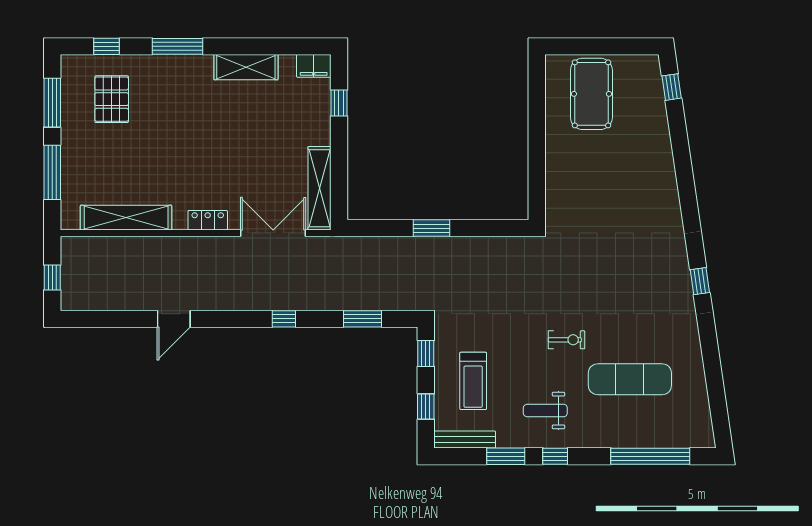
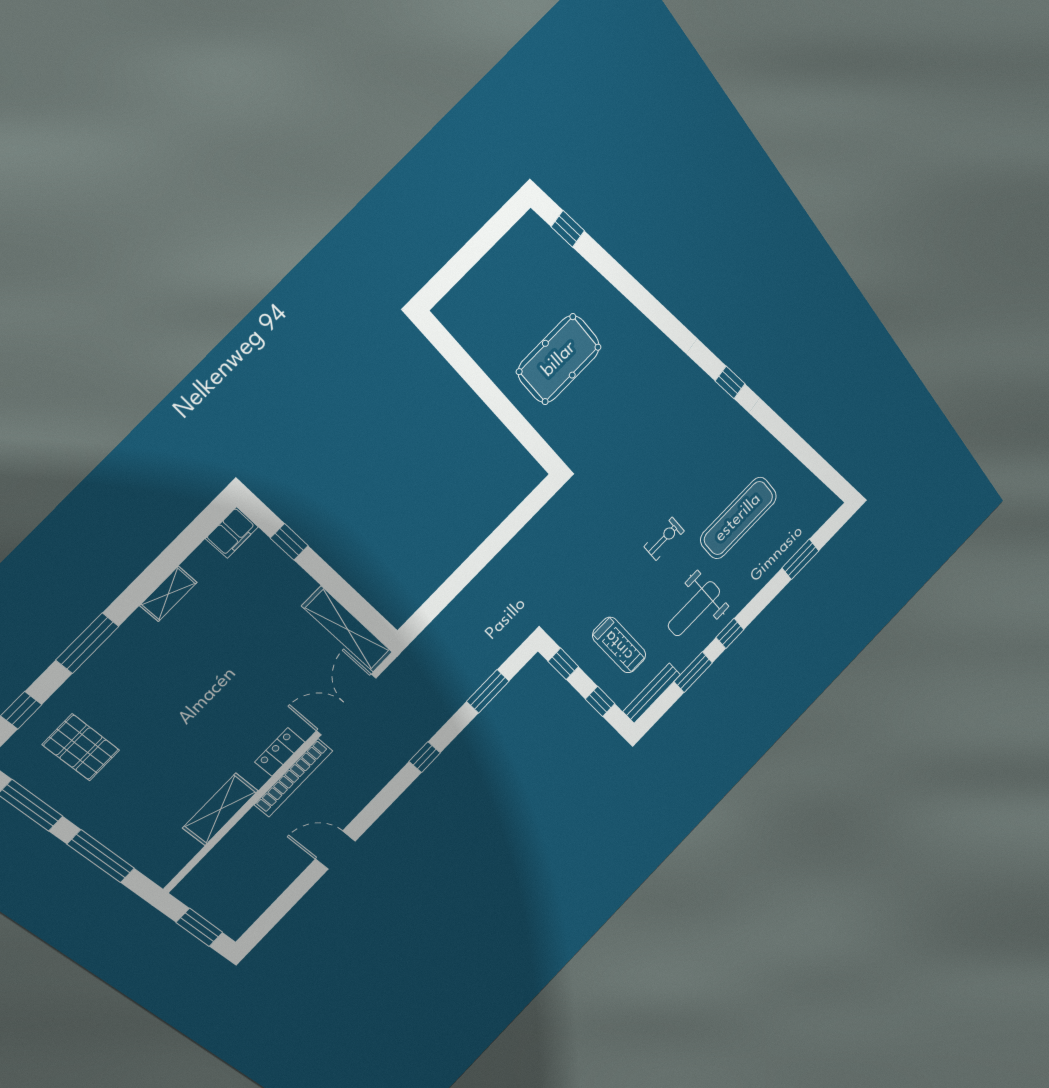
shelving: (246, 67) -> (168, 594), width x0.67, depth x0.75
pool table: (591, 94) -> (559, 359), moved, turned 90
shelving: (126, 218) -> (220, 809), width x0.68
window: (431, 228) -> (474, 564), removed
bookcase: (198, 245) -> (294, 778), added
window: (52, 278) -> (199, 927), width x1.50
door: (174, 319) -> (335, 850), swing flipped
weight bench: (545, 411) -> (694, 609), width x1.36, depth x1.33
window: (650, 456) -> (800, 559), width x0.47

